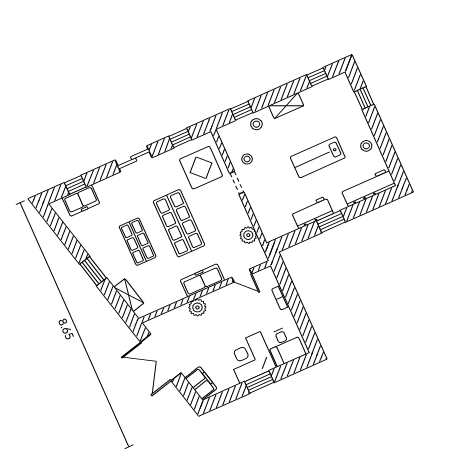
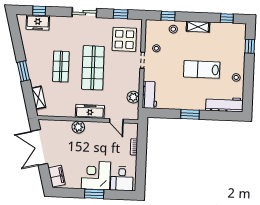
workbench: (312, 212) -> (150, 95), moved, turned 90

